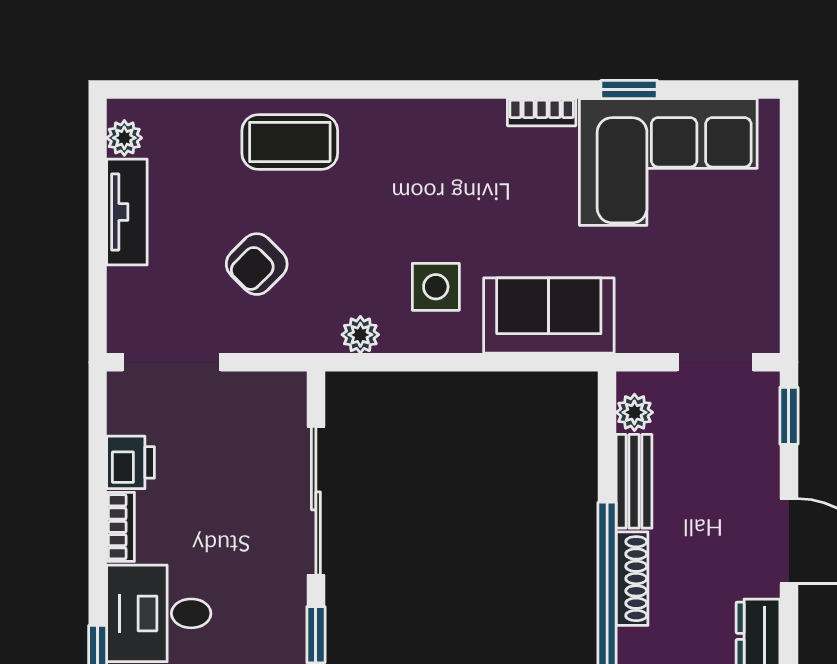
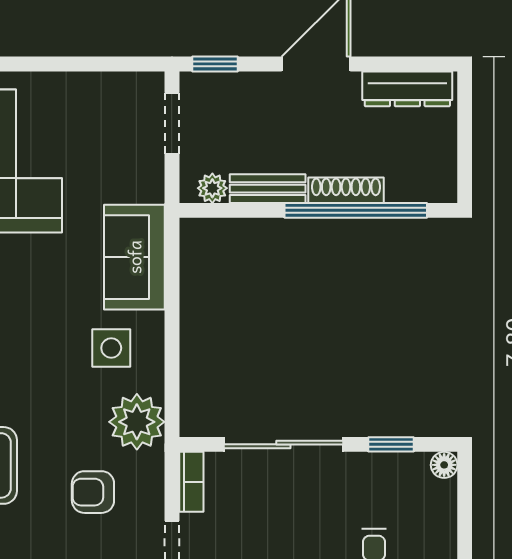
armchair: (257, 264) -> (93, 492), turned 135
plant: (360, 335) -> (137, 422), width x1.87, depth x1.87
bookcase: (269, 386) -> (191, 482), added

